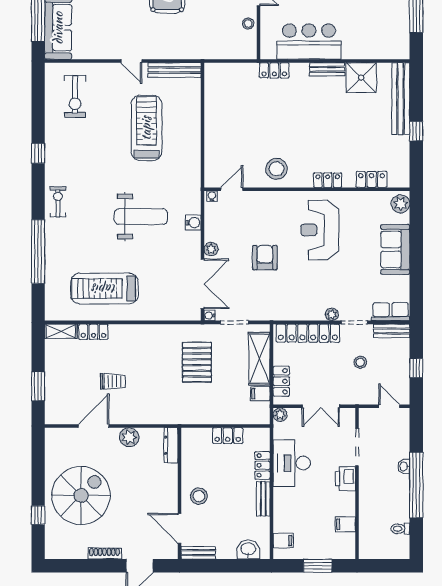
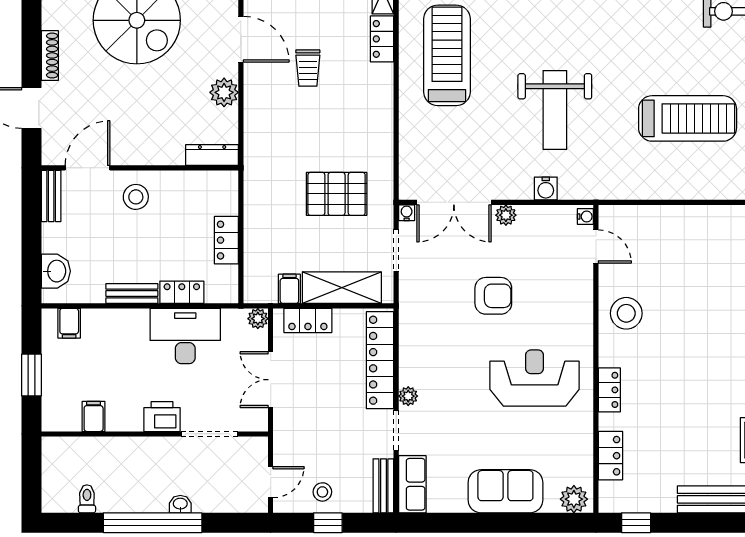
window: (416, 131) -> (636, 523), moved
stool: (360, 362) -> (322, 492), moved

